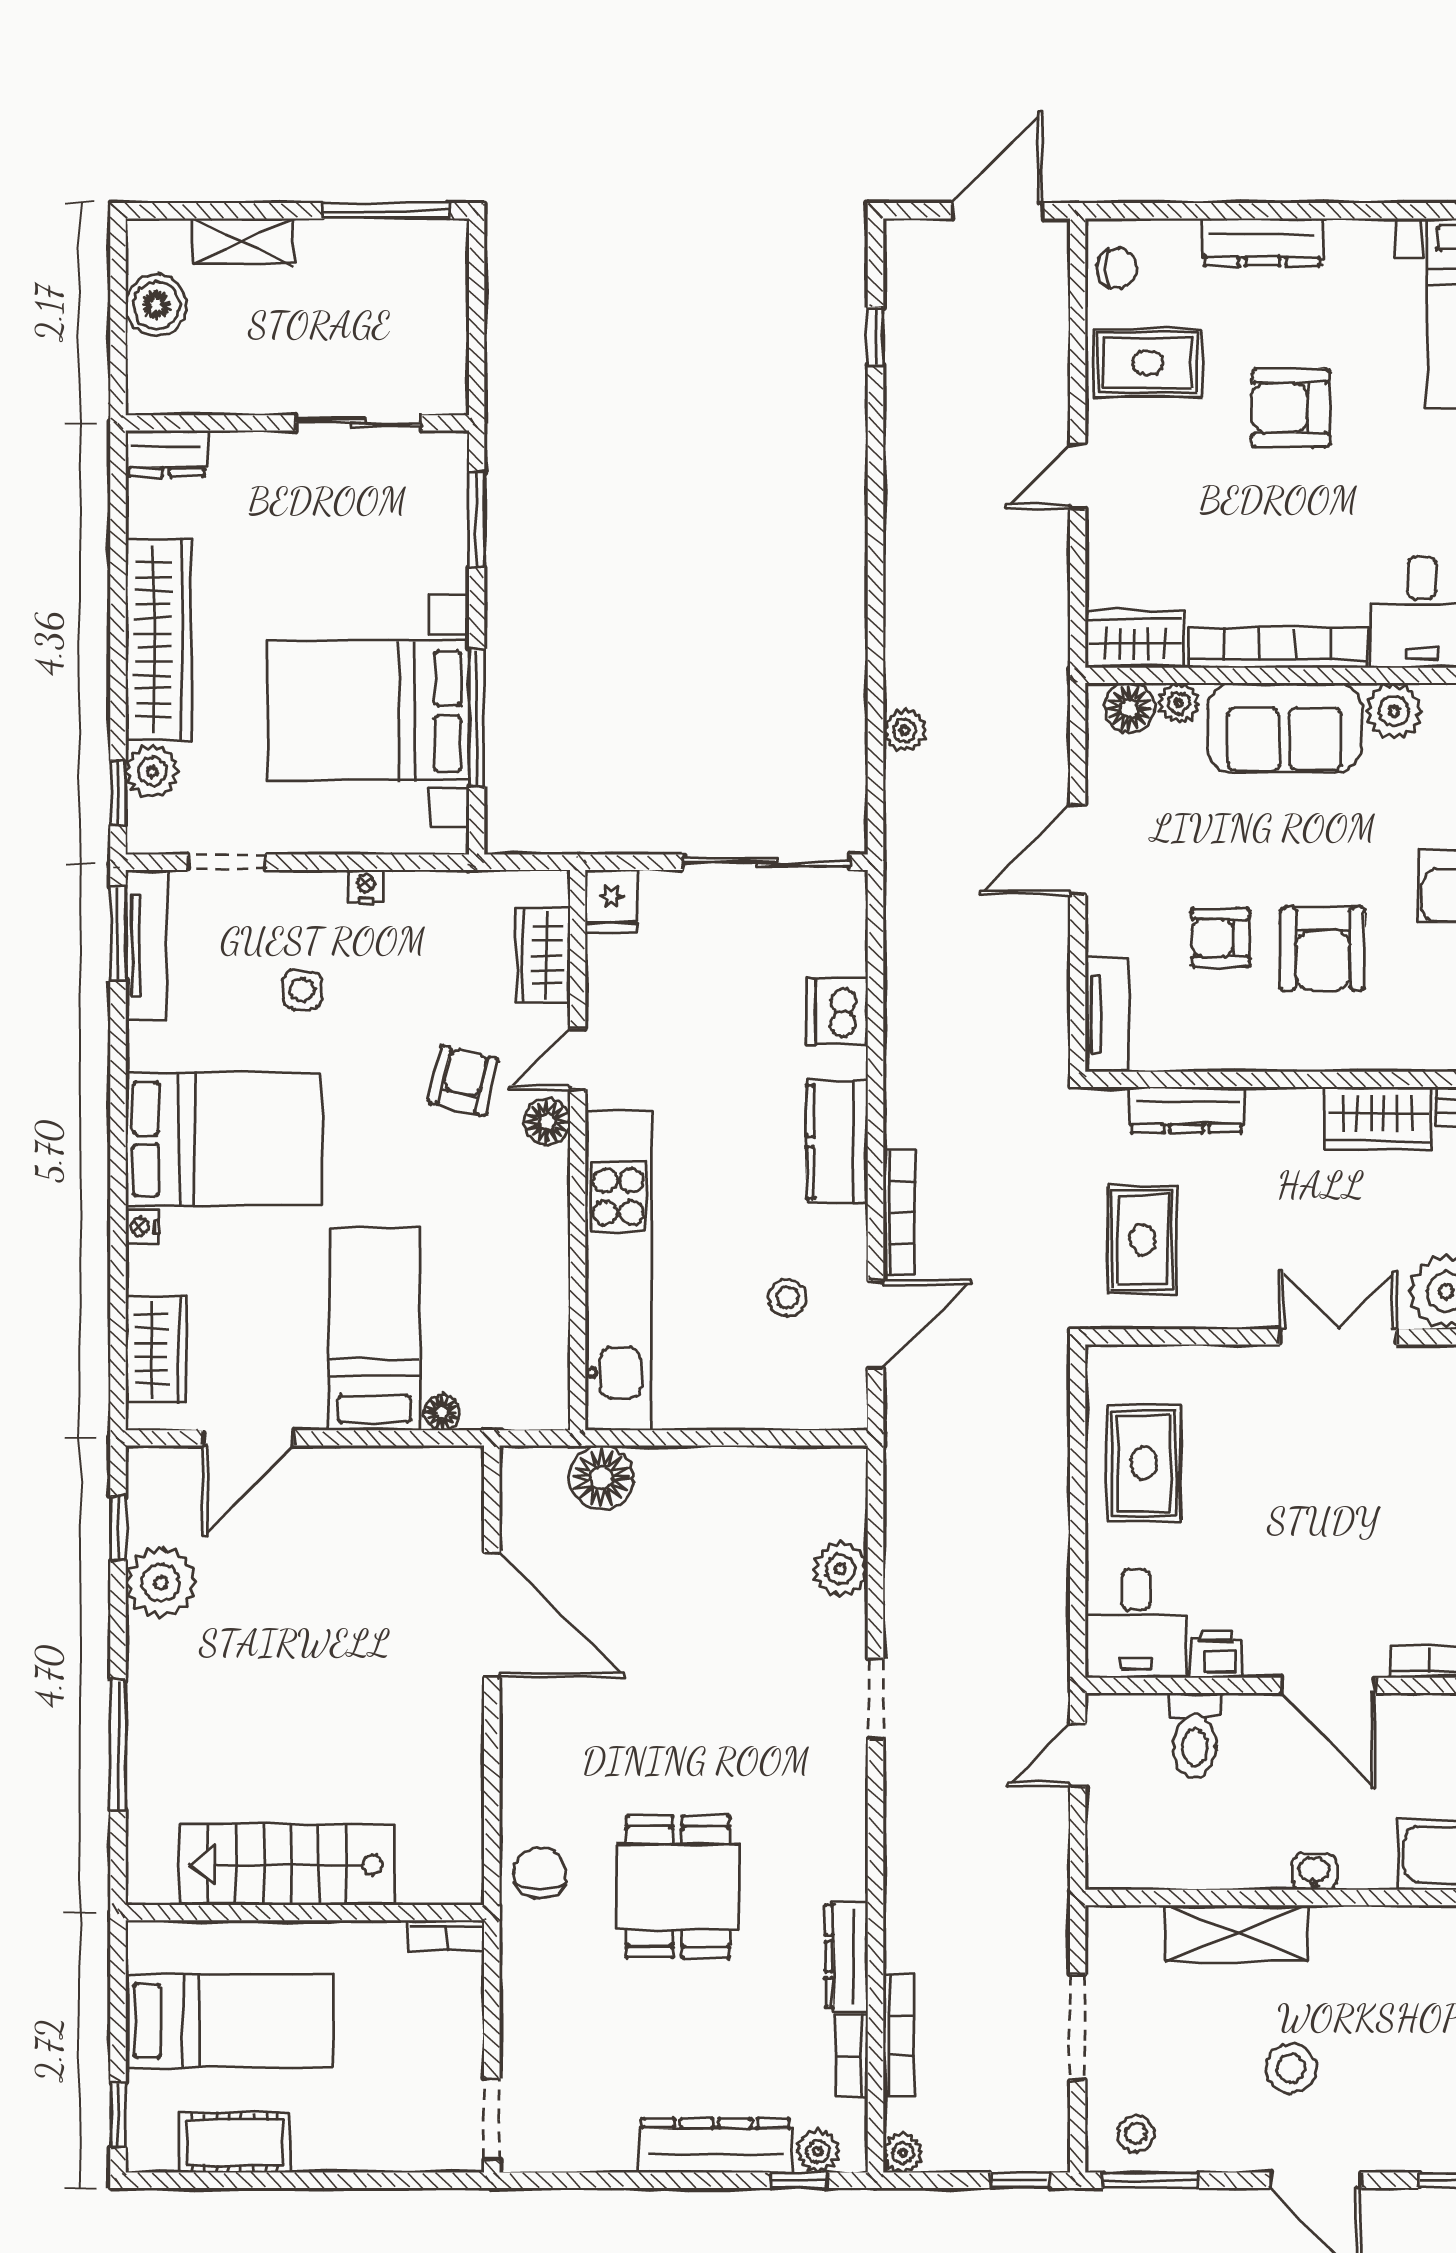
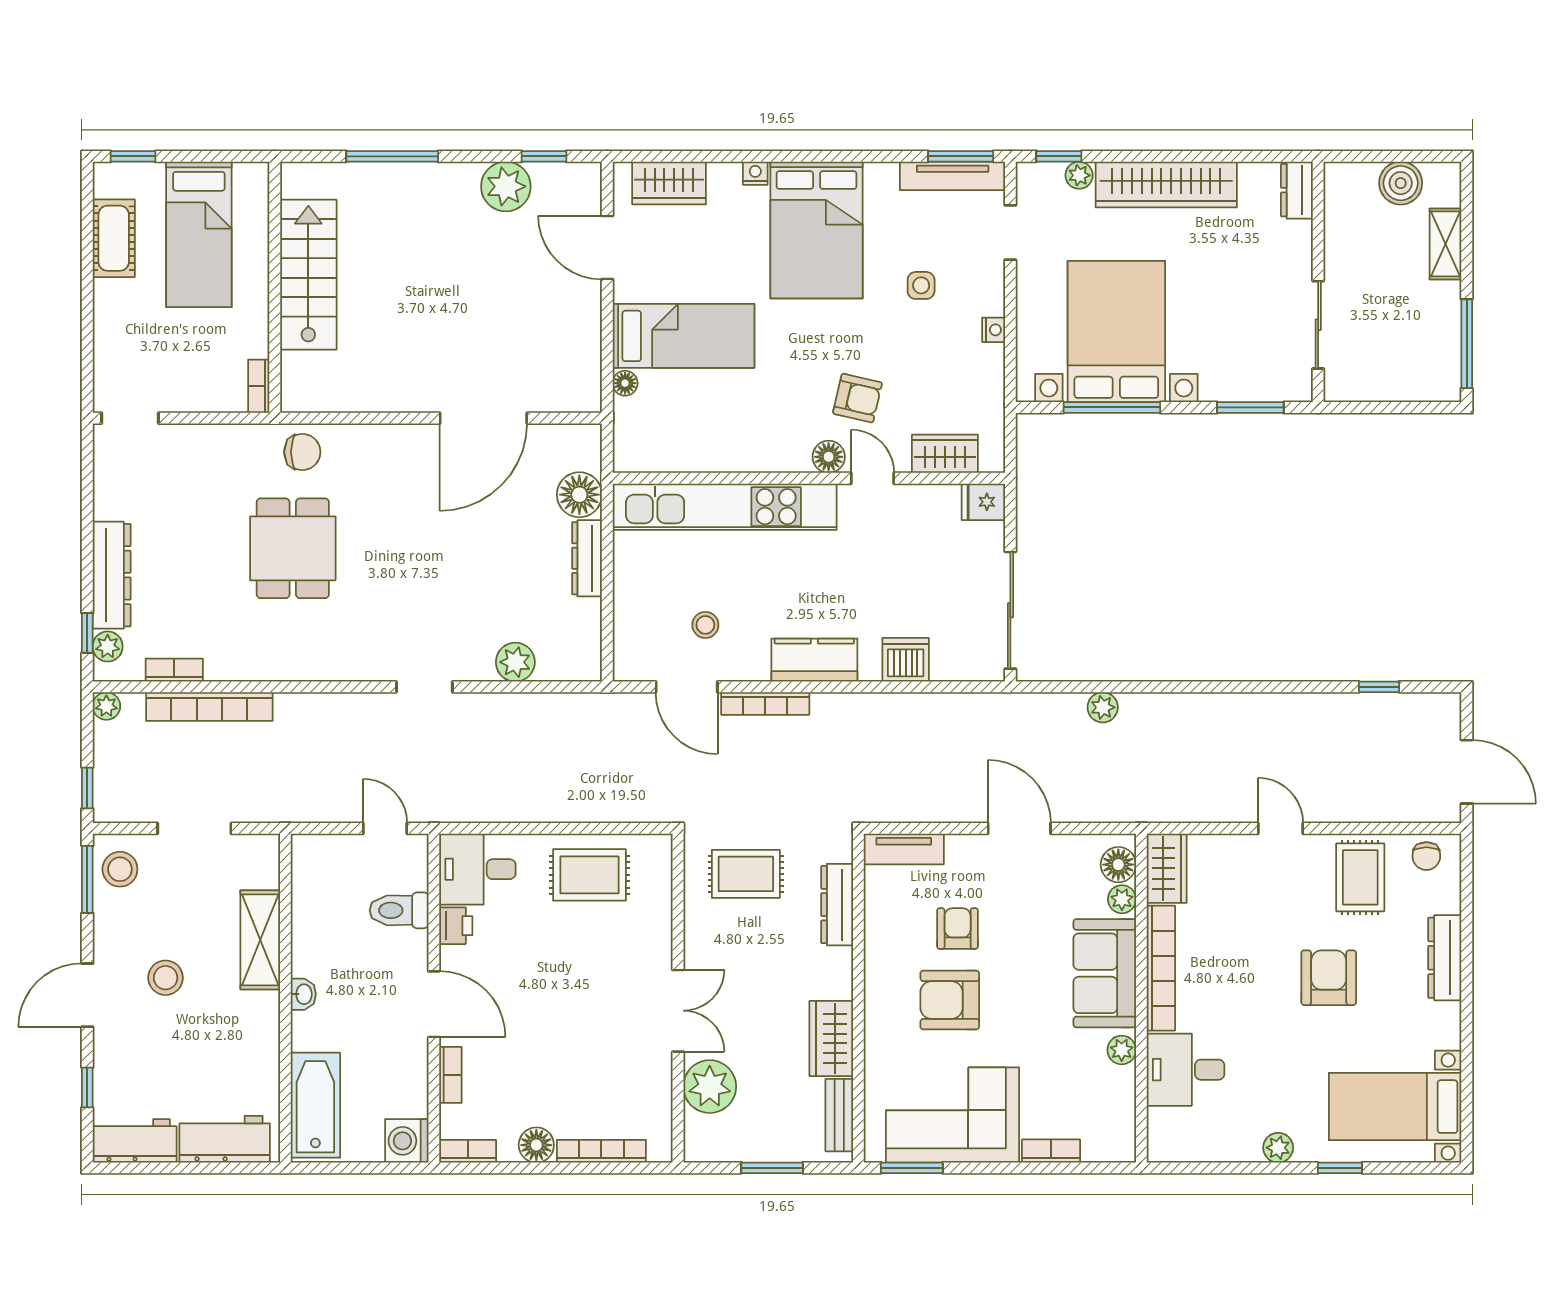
plant: (1394, 711) -> (1122, 1050), width x0.73, depth x0.73
plant: (152, 771) -> (1079, 175), width x0.73, depth x0.73
door: (1329, 1685) -> (434, 1004), swing flipped
dining table: (678, 1887) -> (293, 548), turned 90
dresser: (847, 1957) -> (587, 558), moved, turned -90
bookcase: (899, 2035) -> (209, 707), width x1.48, depth x1.31
stool: (1136, 2134) -> (120, 869), width x1.37, depth x1.37

